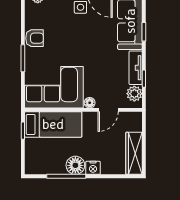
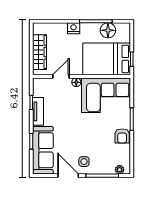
armchair: (35, 38) -> (122, 136), turned -90
plant: (134, 94) -> (39, 90), removed
bed: (53, 124) -> (107, 59), width x1.50
wardrobe: (134, 153) -> (40, 52), moved
floor lamp: (75, 165) -> (108, 30), moved

